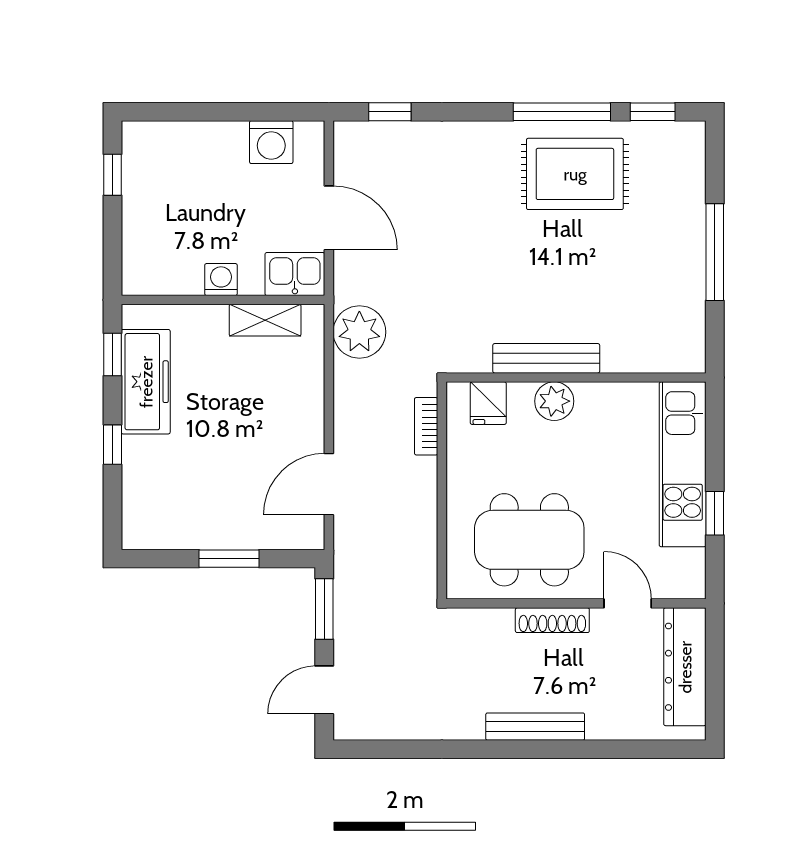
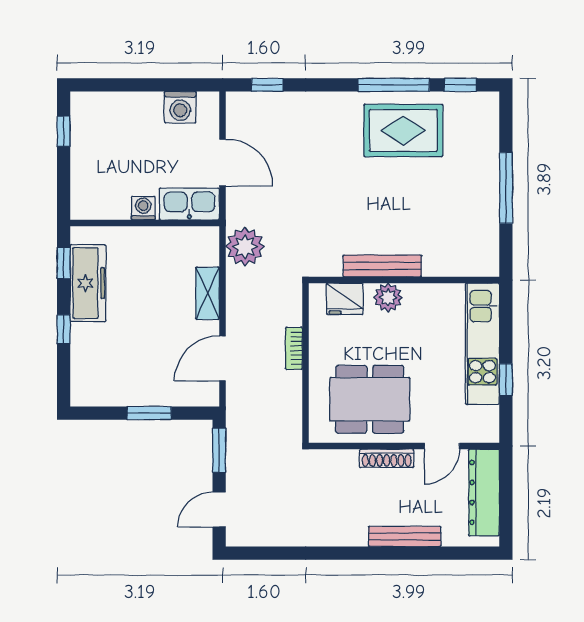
kitchen sink: (295, 274) -> (189, 204), width x1.38
shelving: (265, 320) -> (208, 293), moved, turned 90
fridge: (488, 403) -> (345, 299), width x1.38
bookcase: (426, 426) -> (294, 348), moved
door: (628, 603) -> (442, 446), swing flipped
bench: (535, 727) -> (405, 536), moved

